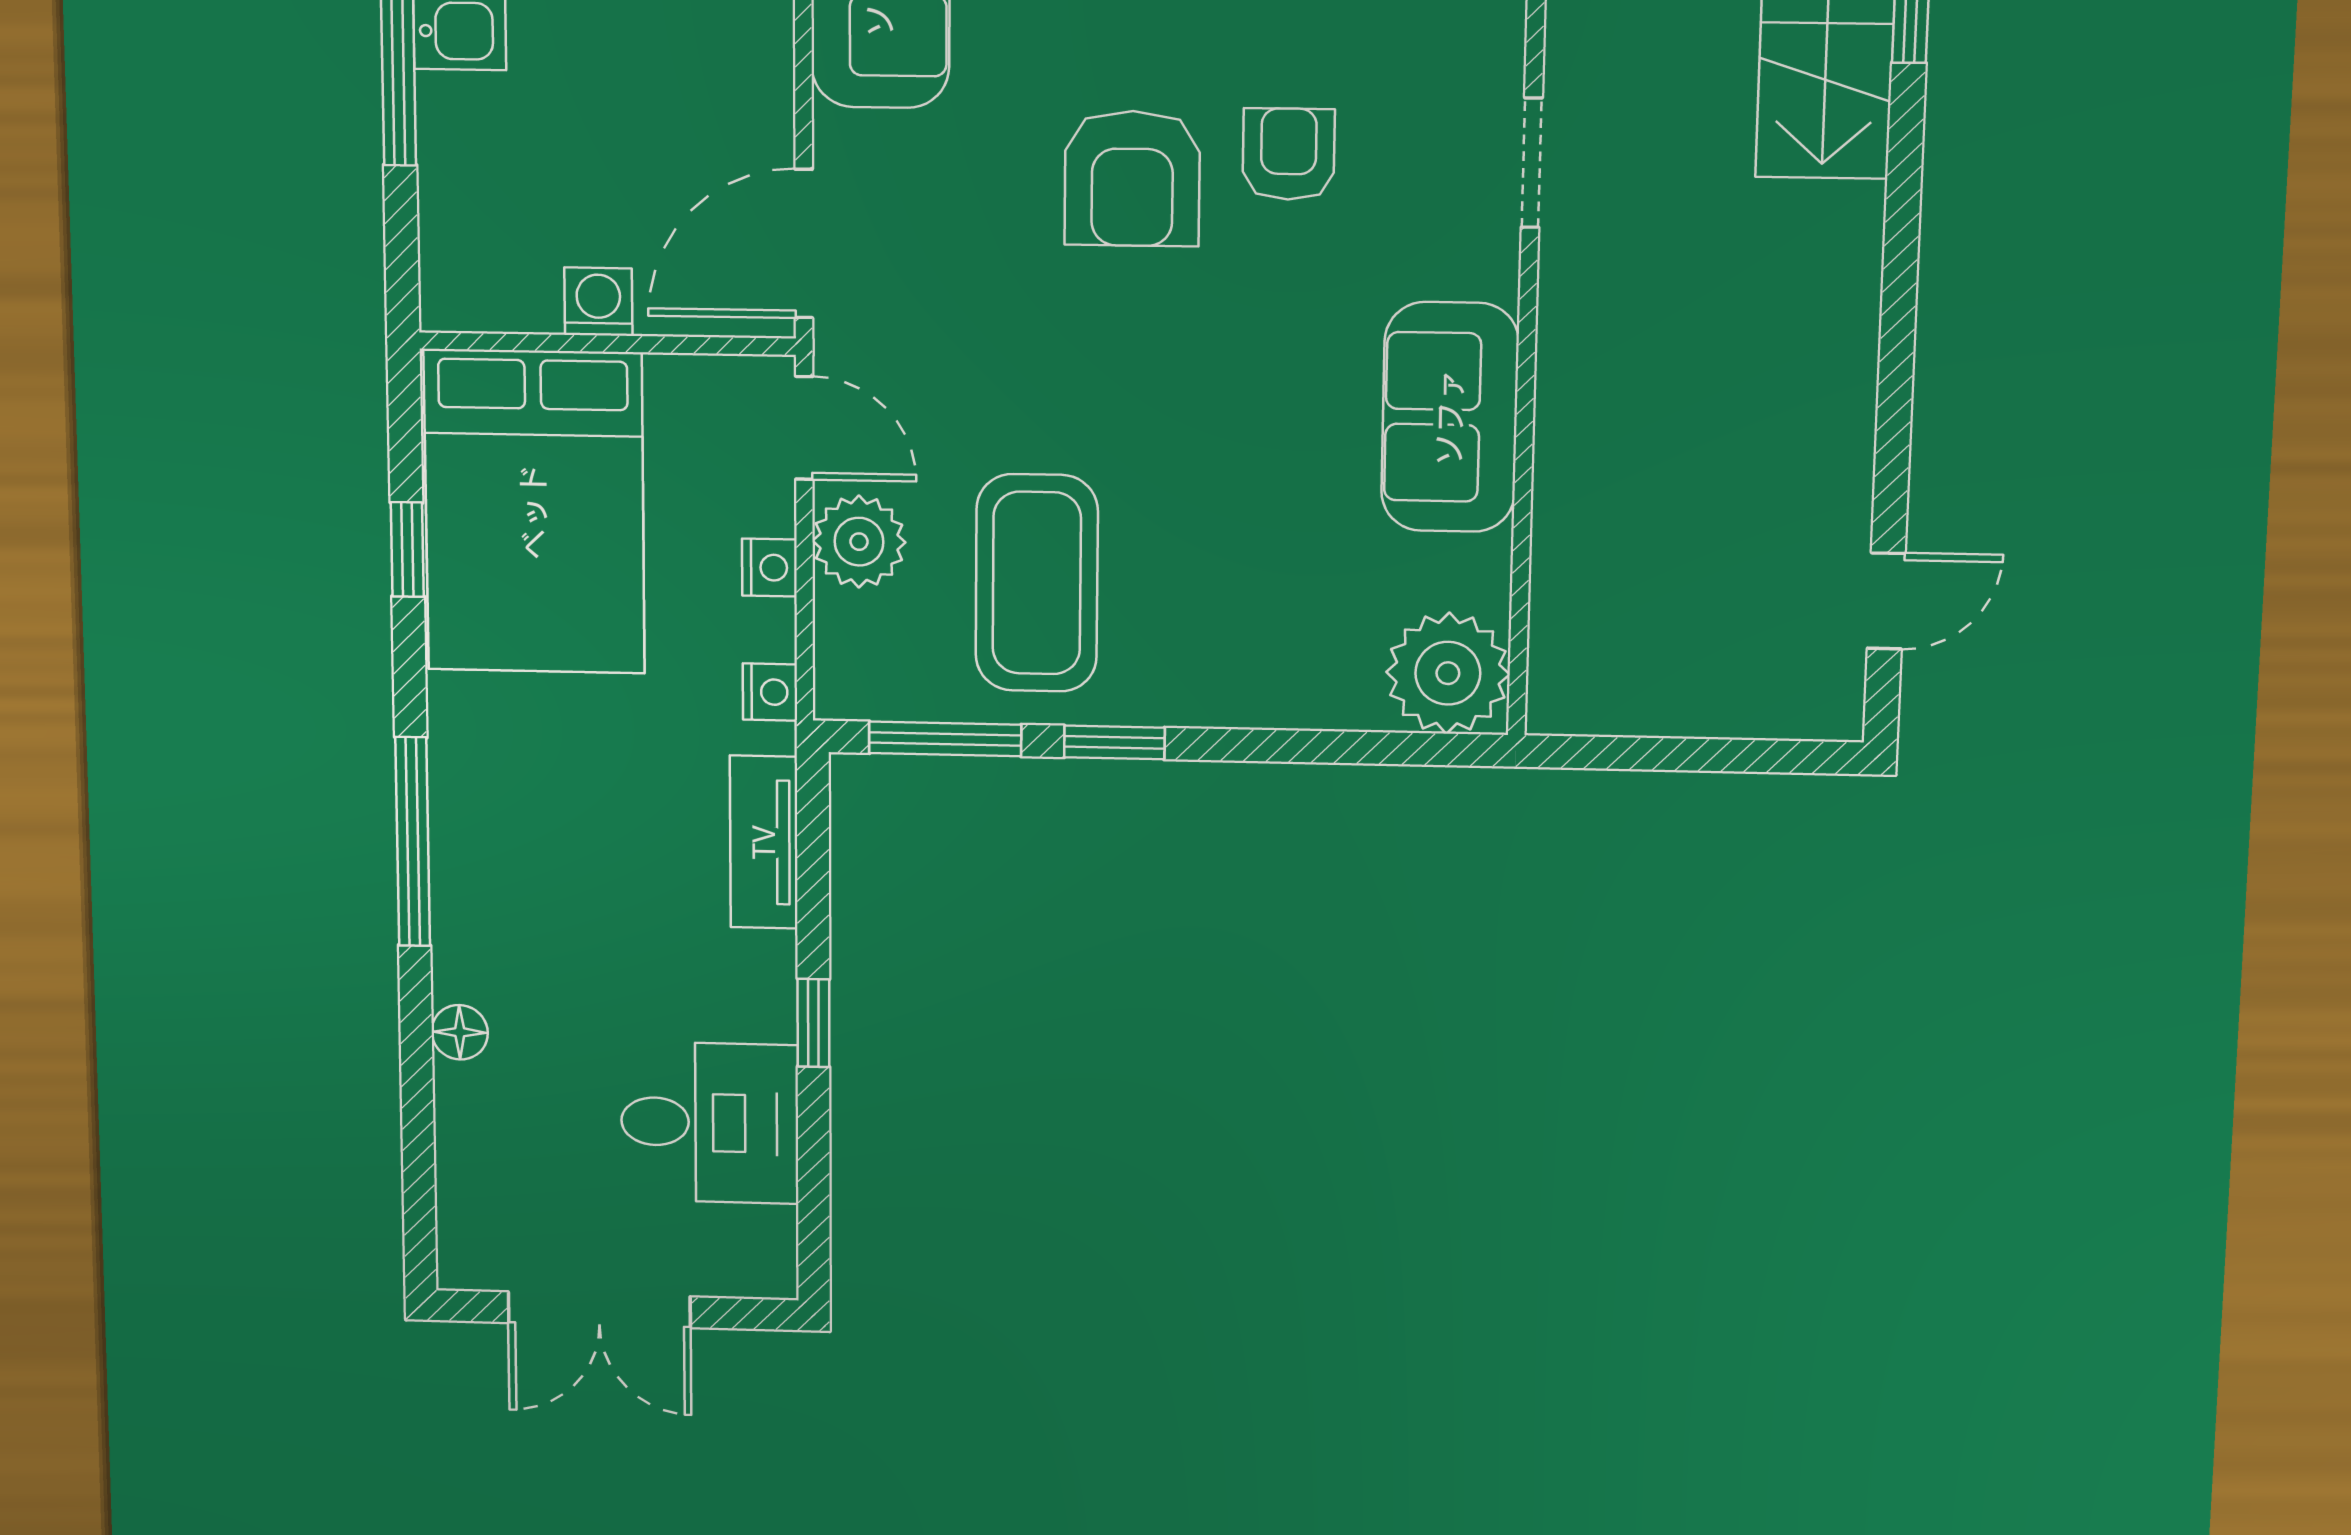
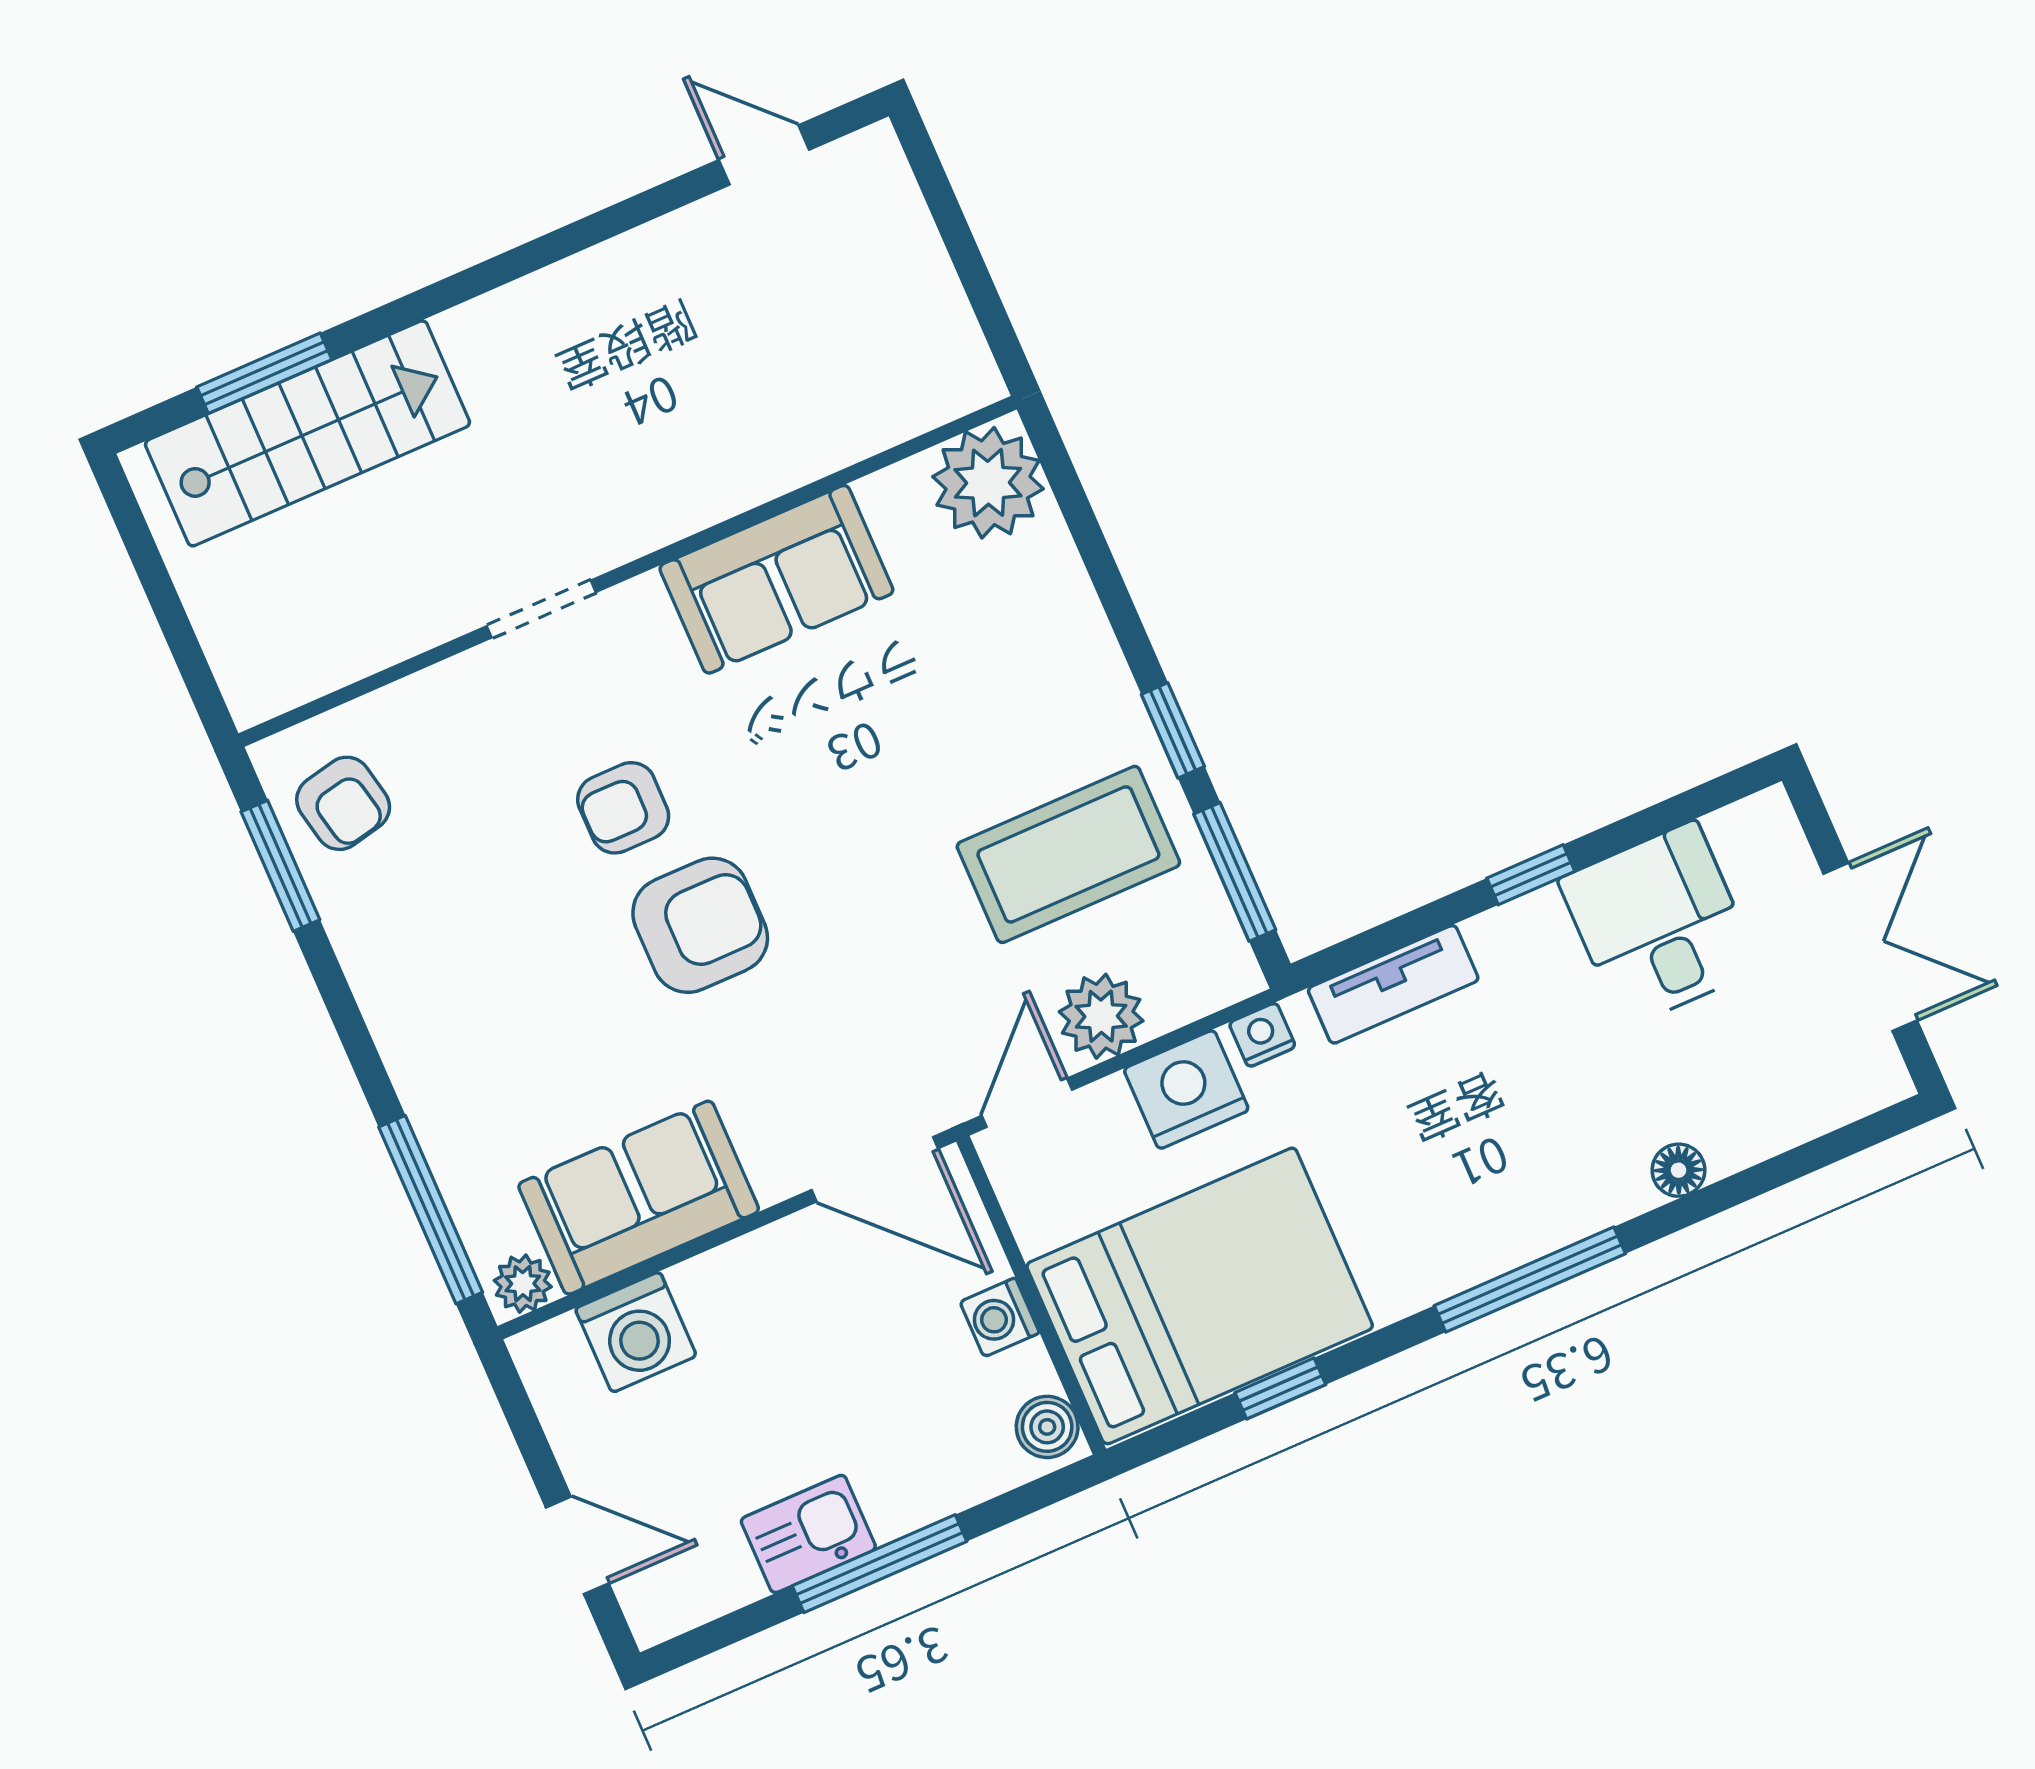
boiler: (467, 299) -> (1047, 1427), added
nightstand: (769, 568) -> (1186, 1090), width x1.89, depth x1.79

